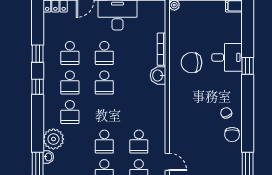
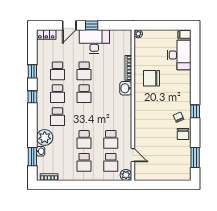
desk: (227, 57) -> (179, 55), moved, width x1.37
window: (248, 66) -> (195, 111), moved

